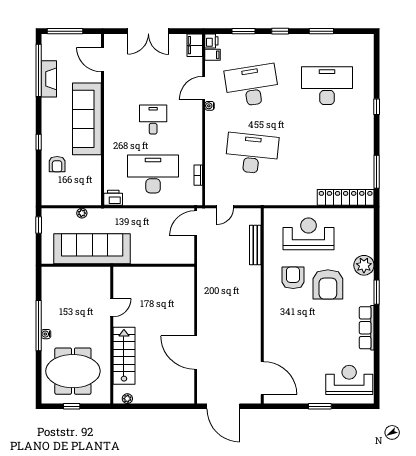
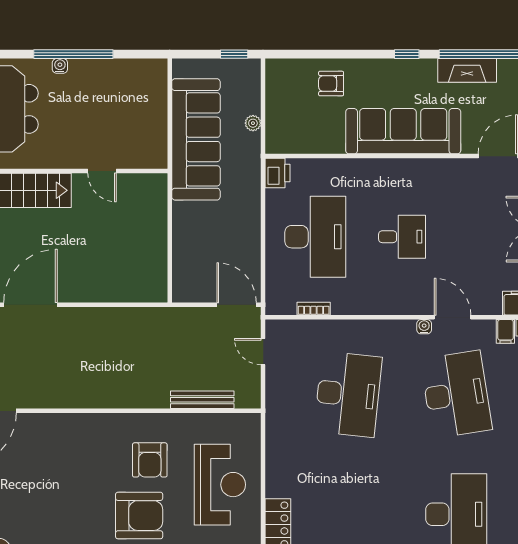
window: (39, 142) -> (407, 54), moved
armchair: (293, 278) -> (150, 460), turned 90
armchair: (328, 284) -> (139, 516), turned 180

